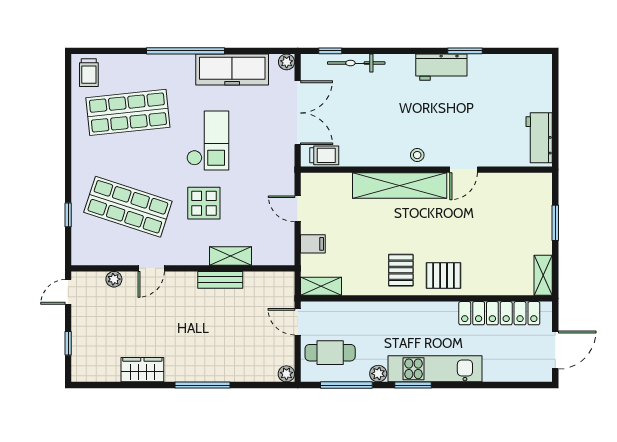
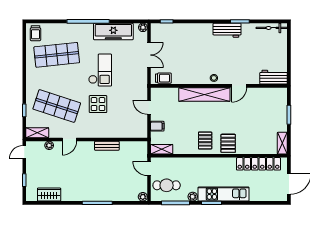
bicycle: (356, 63) -> (272, 28), moved
double door: (298, 113) -> (149, 55), width x0.73
workbench: (539, 138) -> (274, 77), moved, turned 90
shelving: (231, 256) -> (37, 133), moved
pallet: (444, 275) -> (228, 143), turned 90
wardrobe: (142, 370) -> (49, 195), moved

